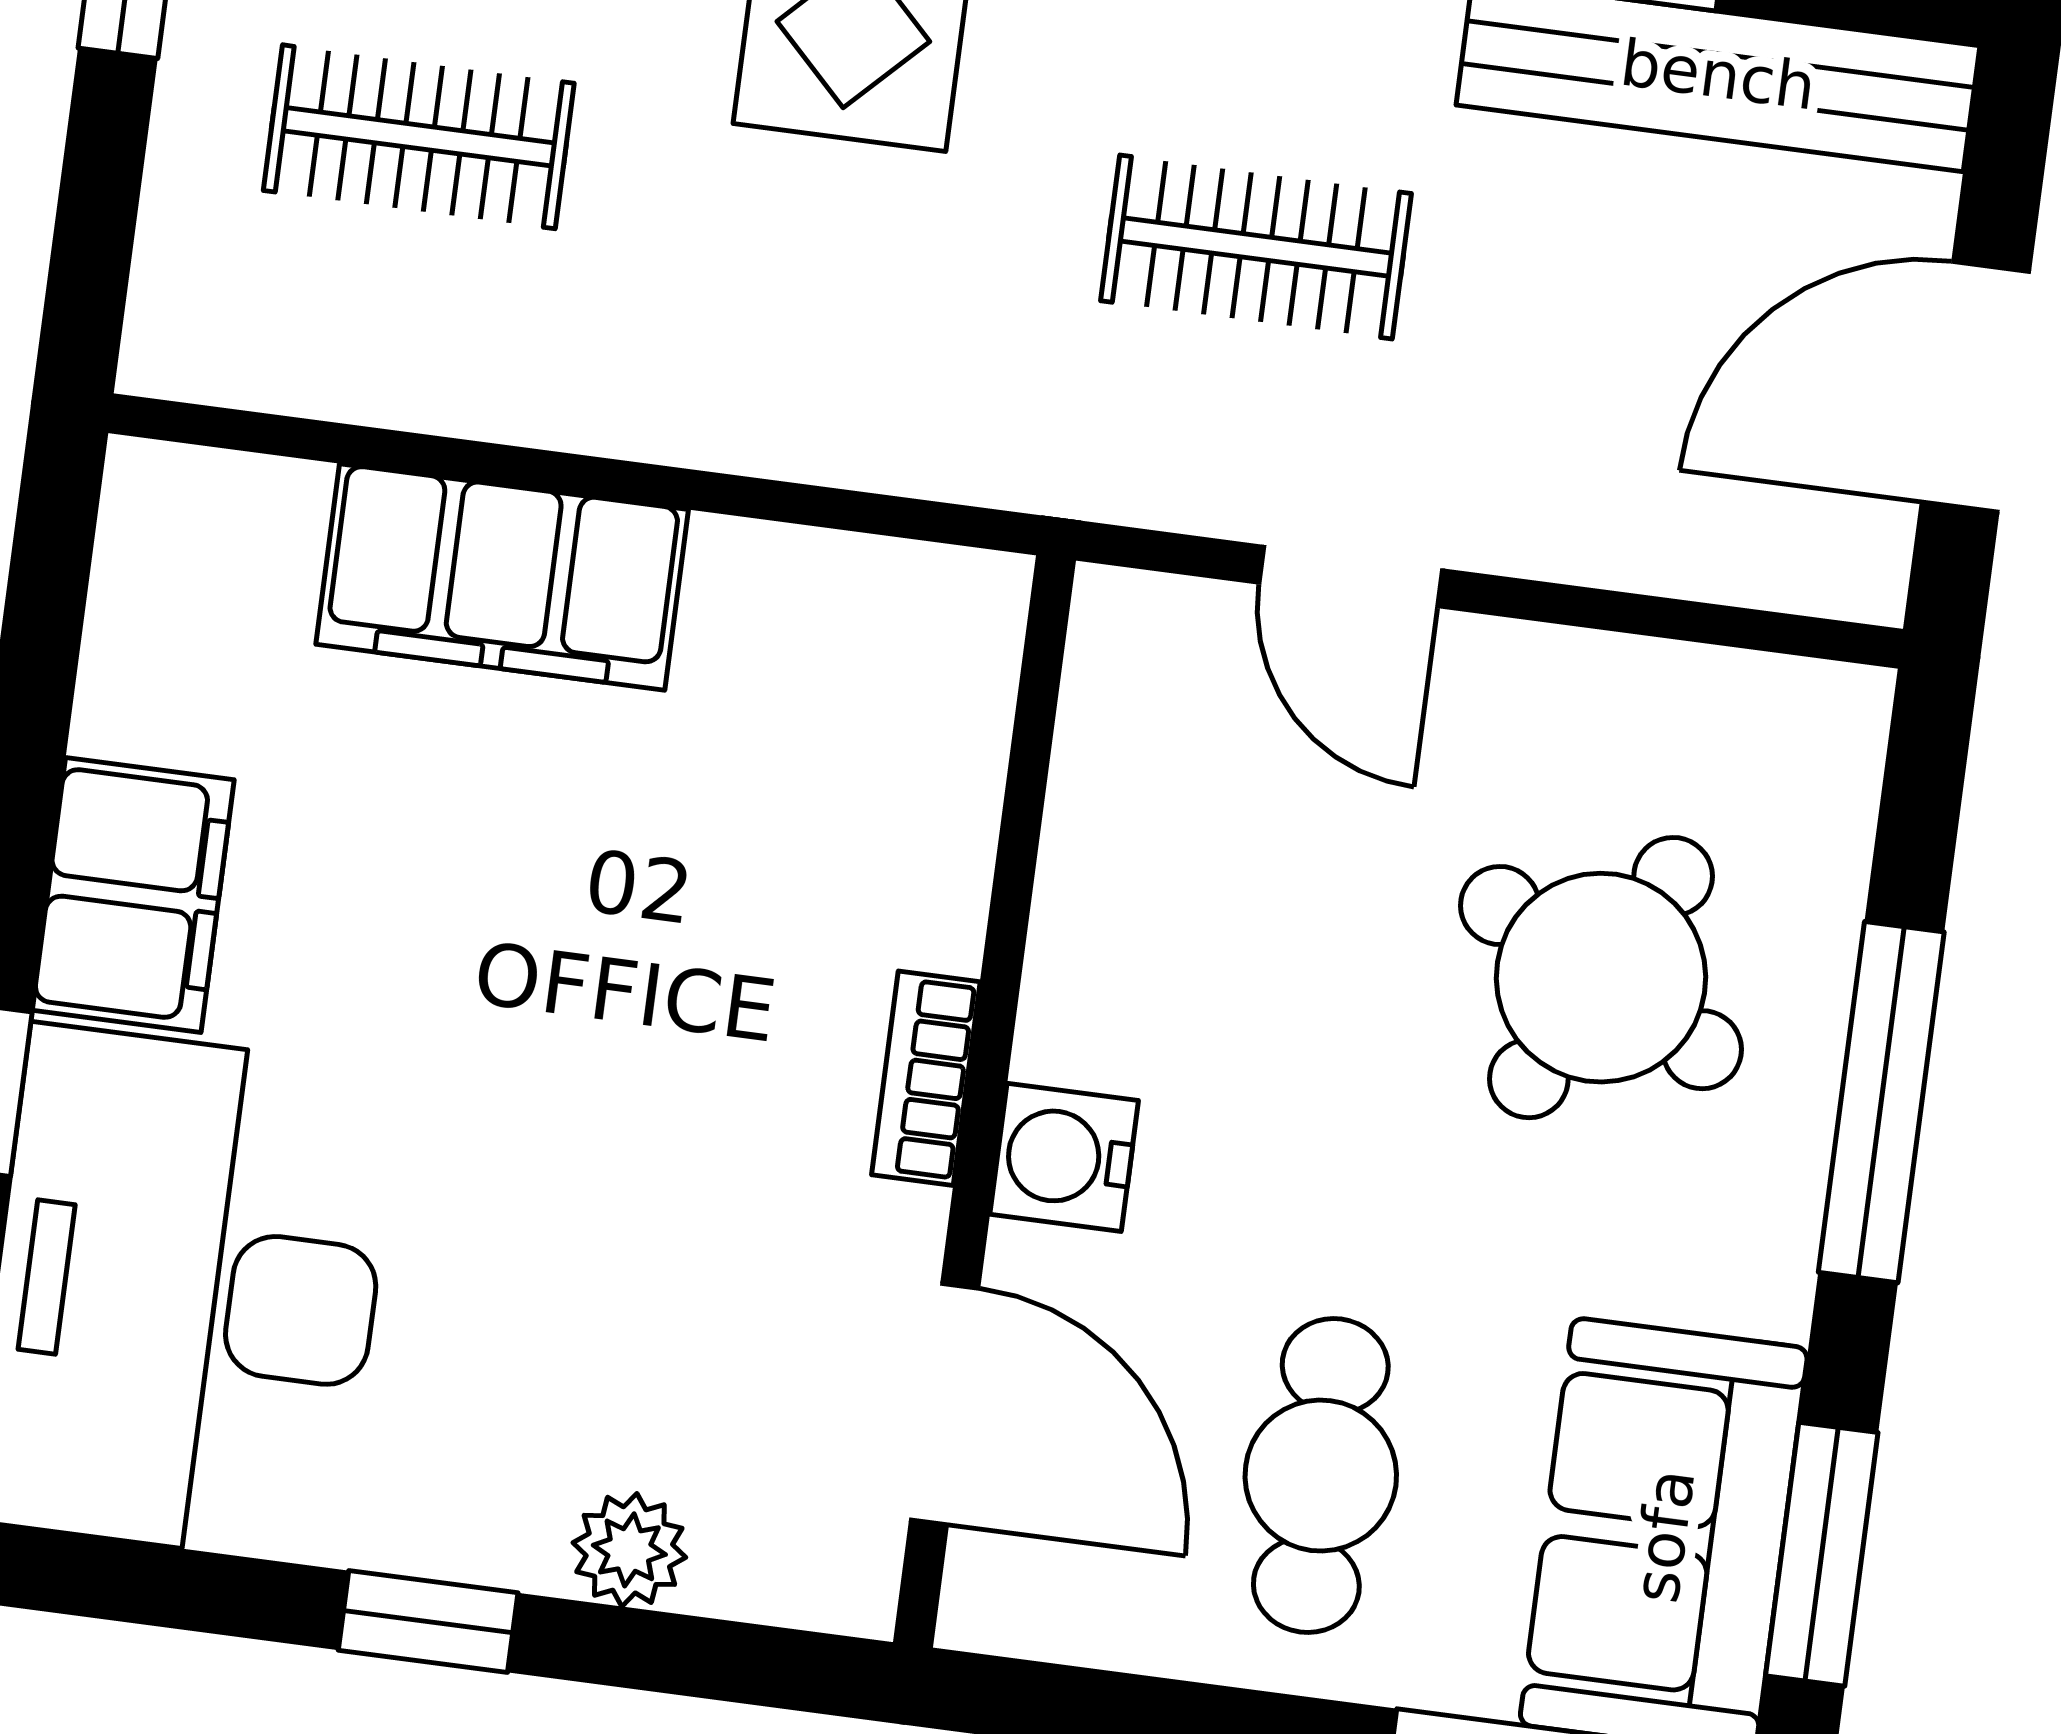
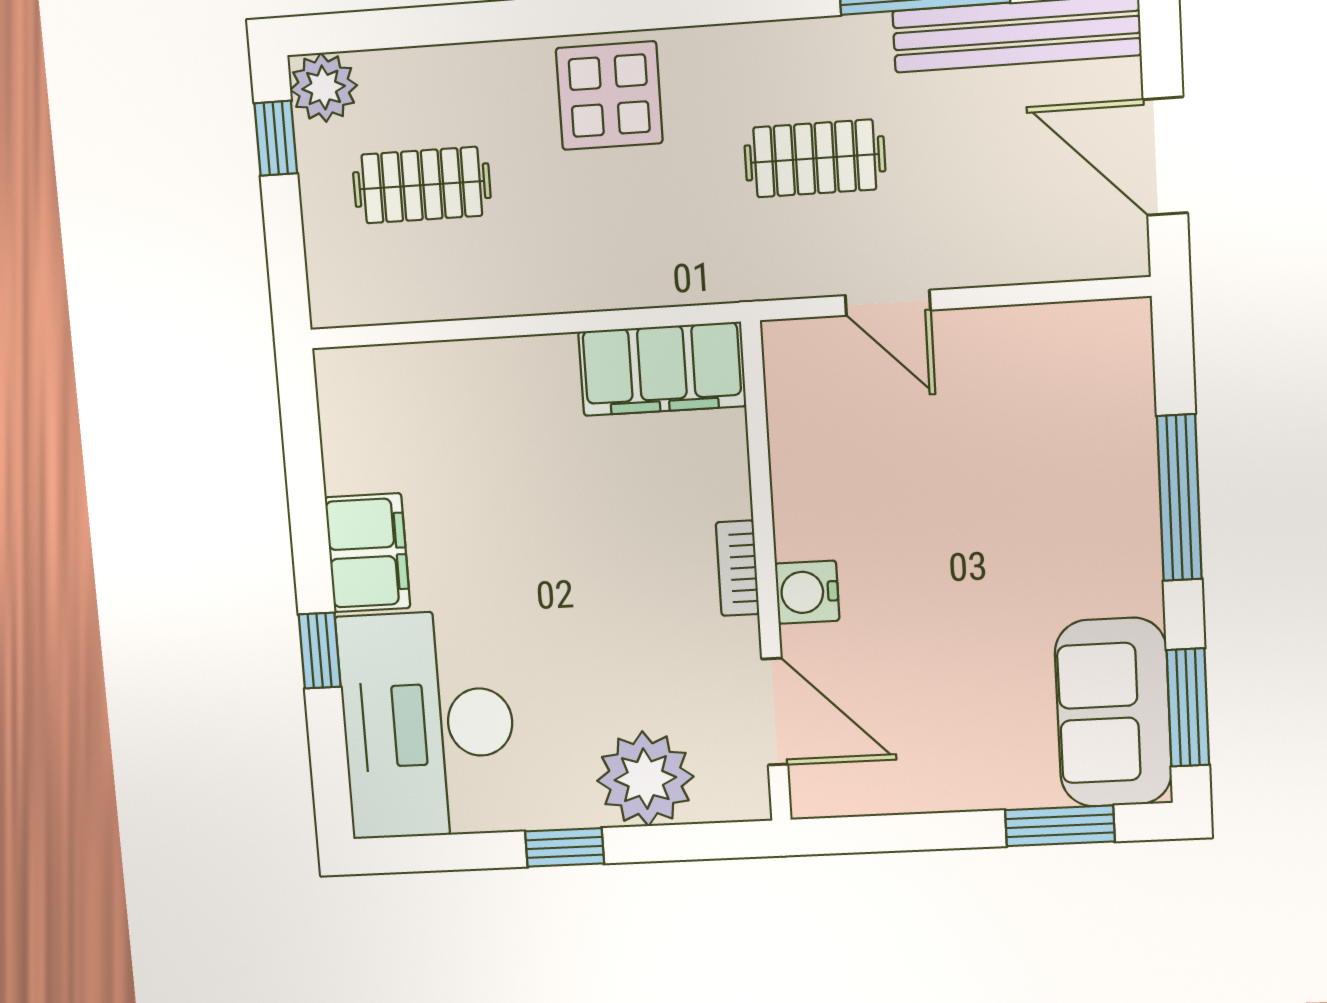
door: (1975, 387) -> (1165, 156), hinge flipped
filing cabinet: (502, 577) -> (662, 369), moved
round table: (1601, 978) -> (1038, 465), removed
cafe table: (1321, 1476) -> (951, 713), removed
plant: (629, 1550) -> (645, 779), width x1.88, depth x1.88

